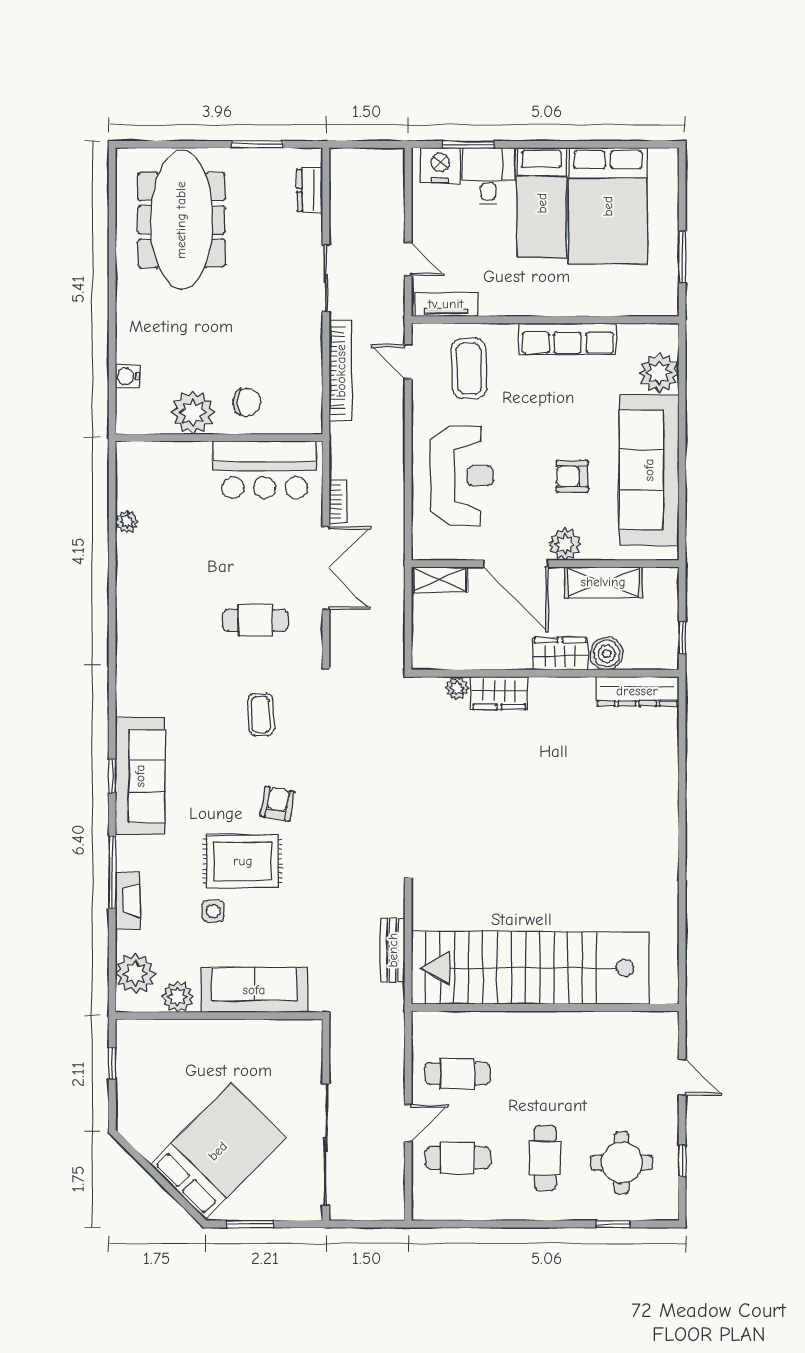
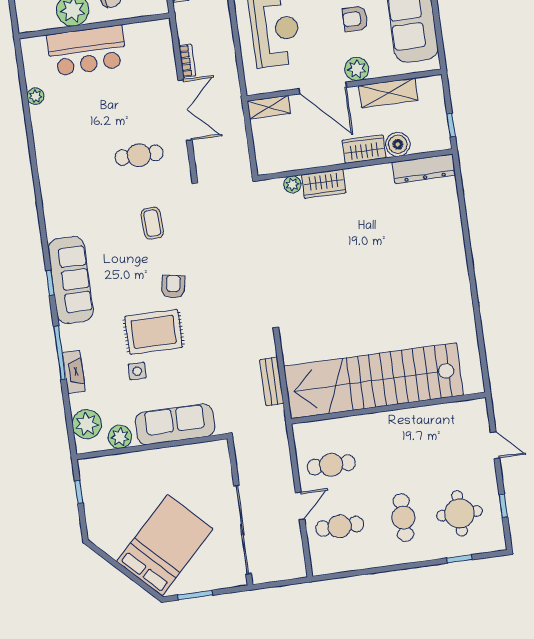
bar counter: (265, 470) -> (87, 51), moved

